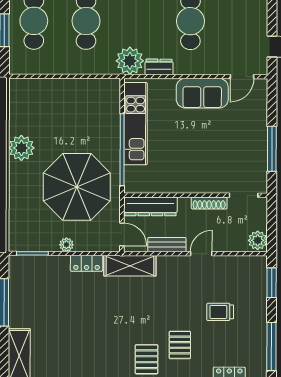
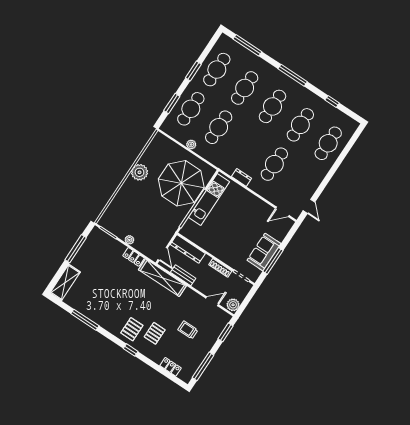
plant: (130, 61) -> (191, 144), moved, width x0.53, depth x0.53
sofa: (202, 93) -> (264, 252), moved, turned 90
parasol: (77, 187) -> (181, 183), moved
door: (201, 254) -> (212, 301), moved
shelving: (130, 266) -> (162, 278), width x1.47

